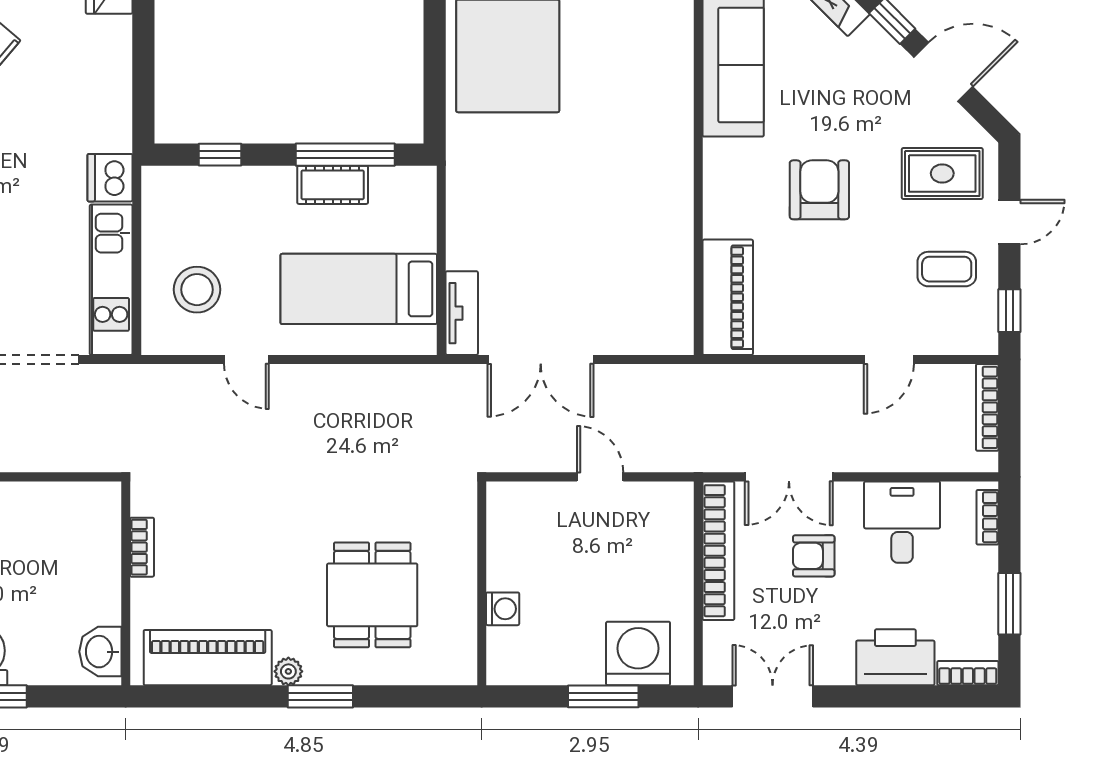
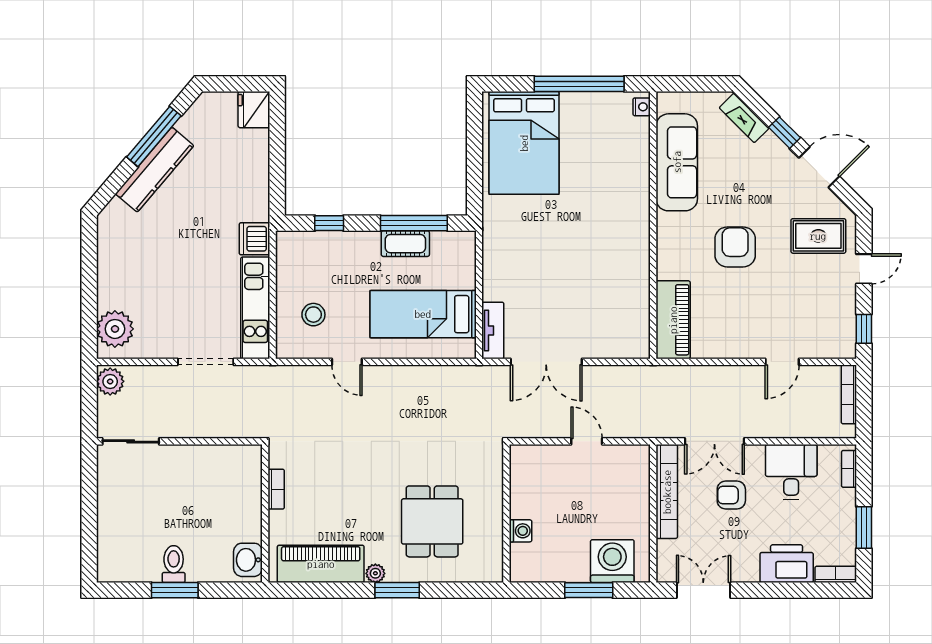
coffee table: (947, 269) -> (821, 301), removed
stool: (197, 290) -> (313, 315), width x0.73, depth x0.73

